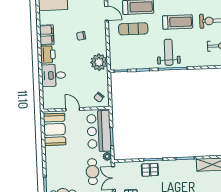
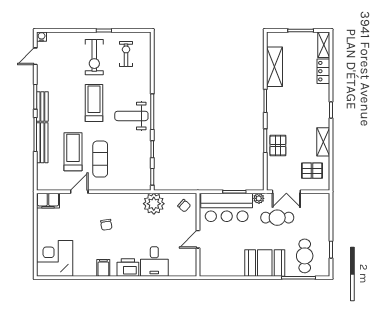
filing cabinet: (47, 35) -> (103, 268), width x0.50
plant: (99, 62) -> (154, 204), moved
booth: (55, 129) -> (265, 263), moved

